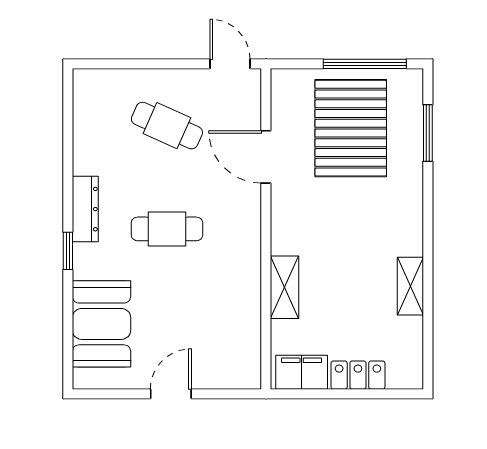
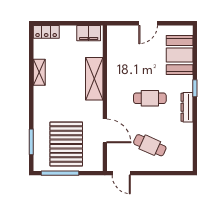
shelving: (285, 287) -> (94, 79), width x1.50, depth x1.33
locker: (358, 375) -> (46, 32), moved

